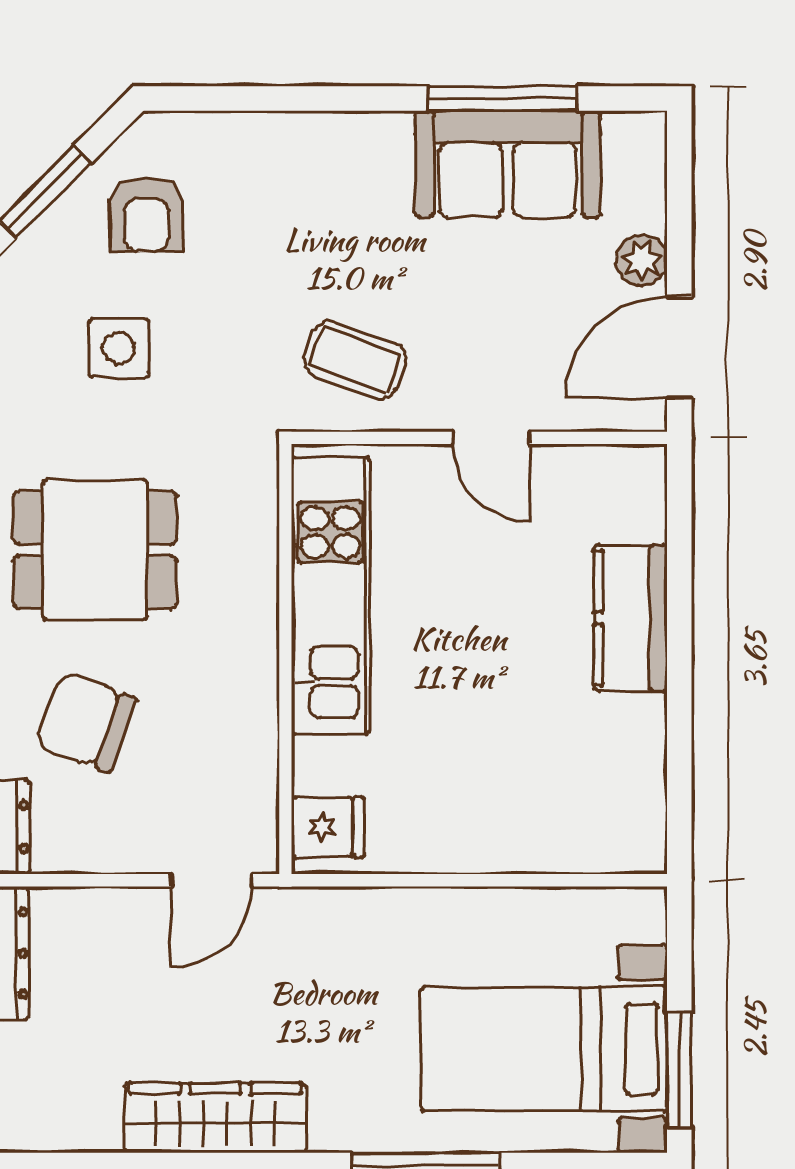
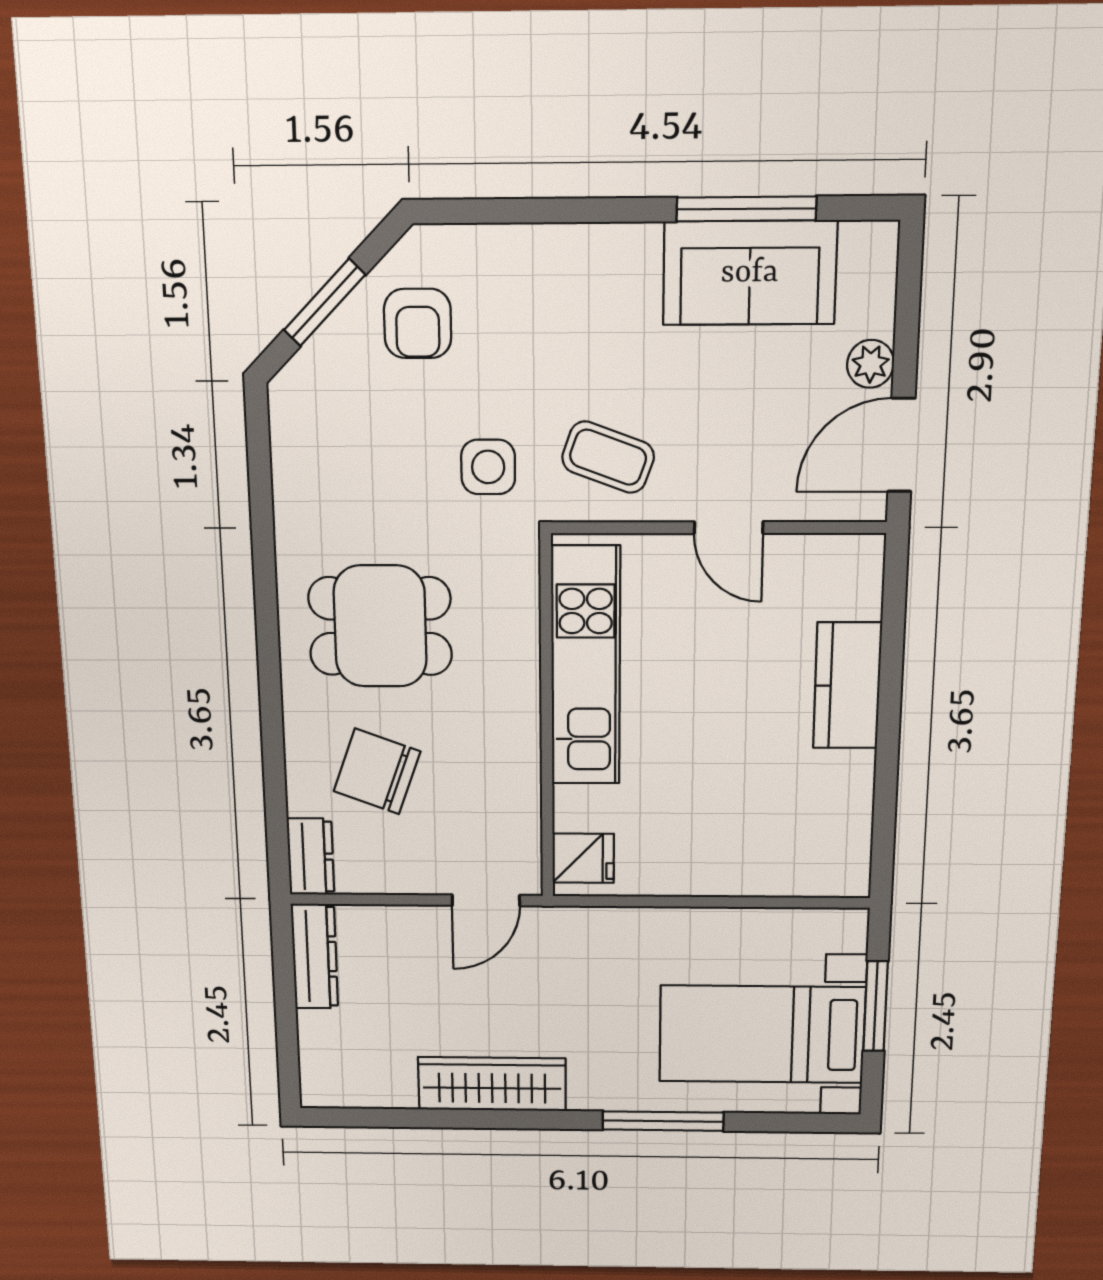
side table: (119, 348) -> (488, 467), moved
window: (679, 1070) -> (876, 1006), moved

